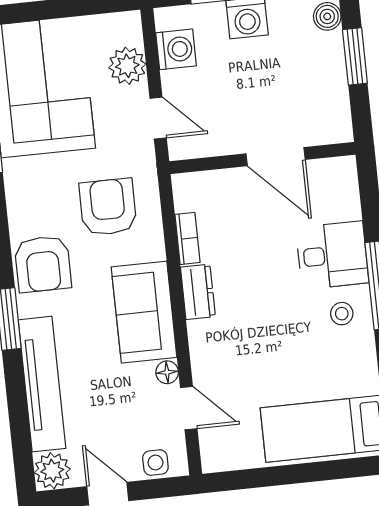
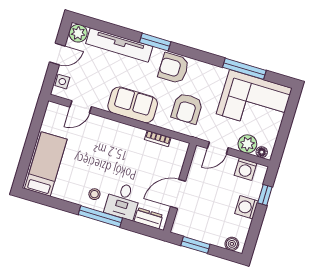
window: (355, 56) -> (195, 245), moved
armchair: (108, 207) -> (187, 108), turned 90
dresser: (198, 292) -> (148, 218), moved, turned 180
floor lamp: (167, 372) -> (262, 152), moved

